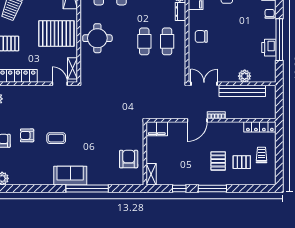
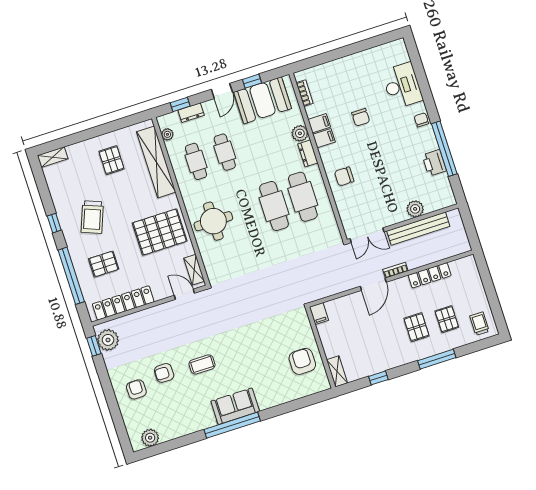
cafe table: (144, 41) -> (274, 206), width x1.37, depth x1.35
cafe table: (167, 41) -> (303, 197), width x1.37, depth x1.35
double door: (204, 84) -> (367, 235), swing flipped
locker: (260, 127) -> (430, 275), moved
filing cabinet: (157, 129) -> (319, 314), width x0.50
trolley: (262, 155) -> (479, 324), moved
pallet: (242, 162) -> (447, 319), turned 90
window: (87, 188) -> (232, 425), moved
window: (212, 188) -> (437, 359), moved

